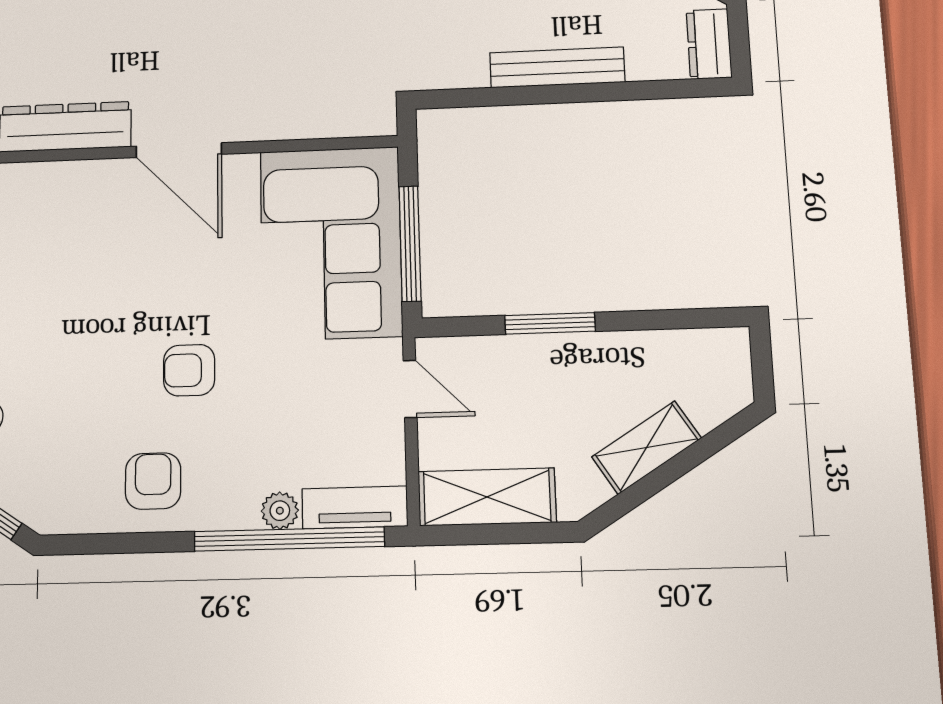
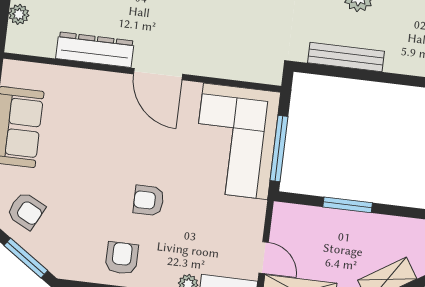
bench: (557, 67) -> (346, 57), moved
door: (410, 389) -> (264, 258), moved

